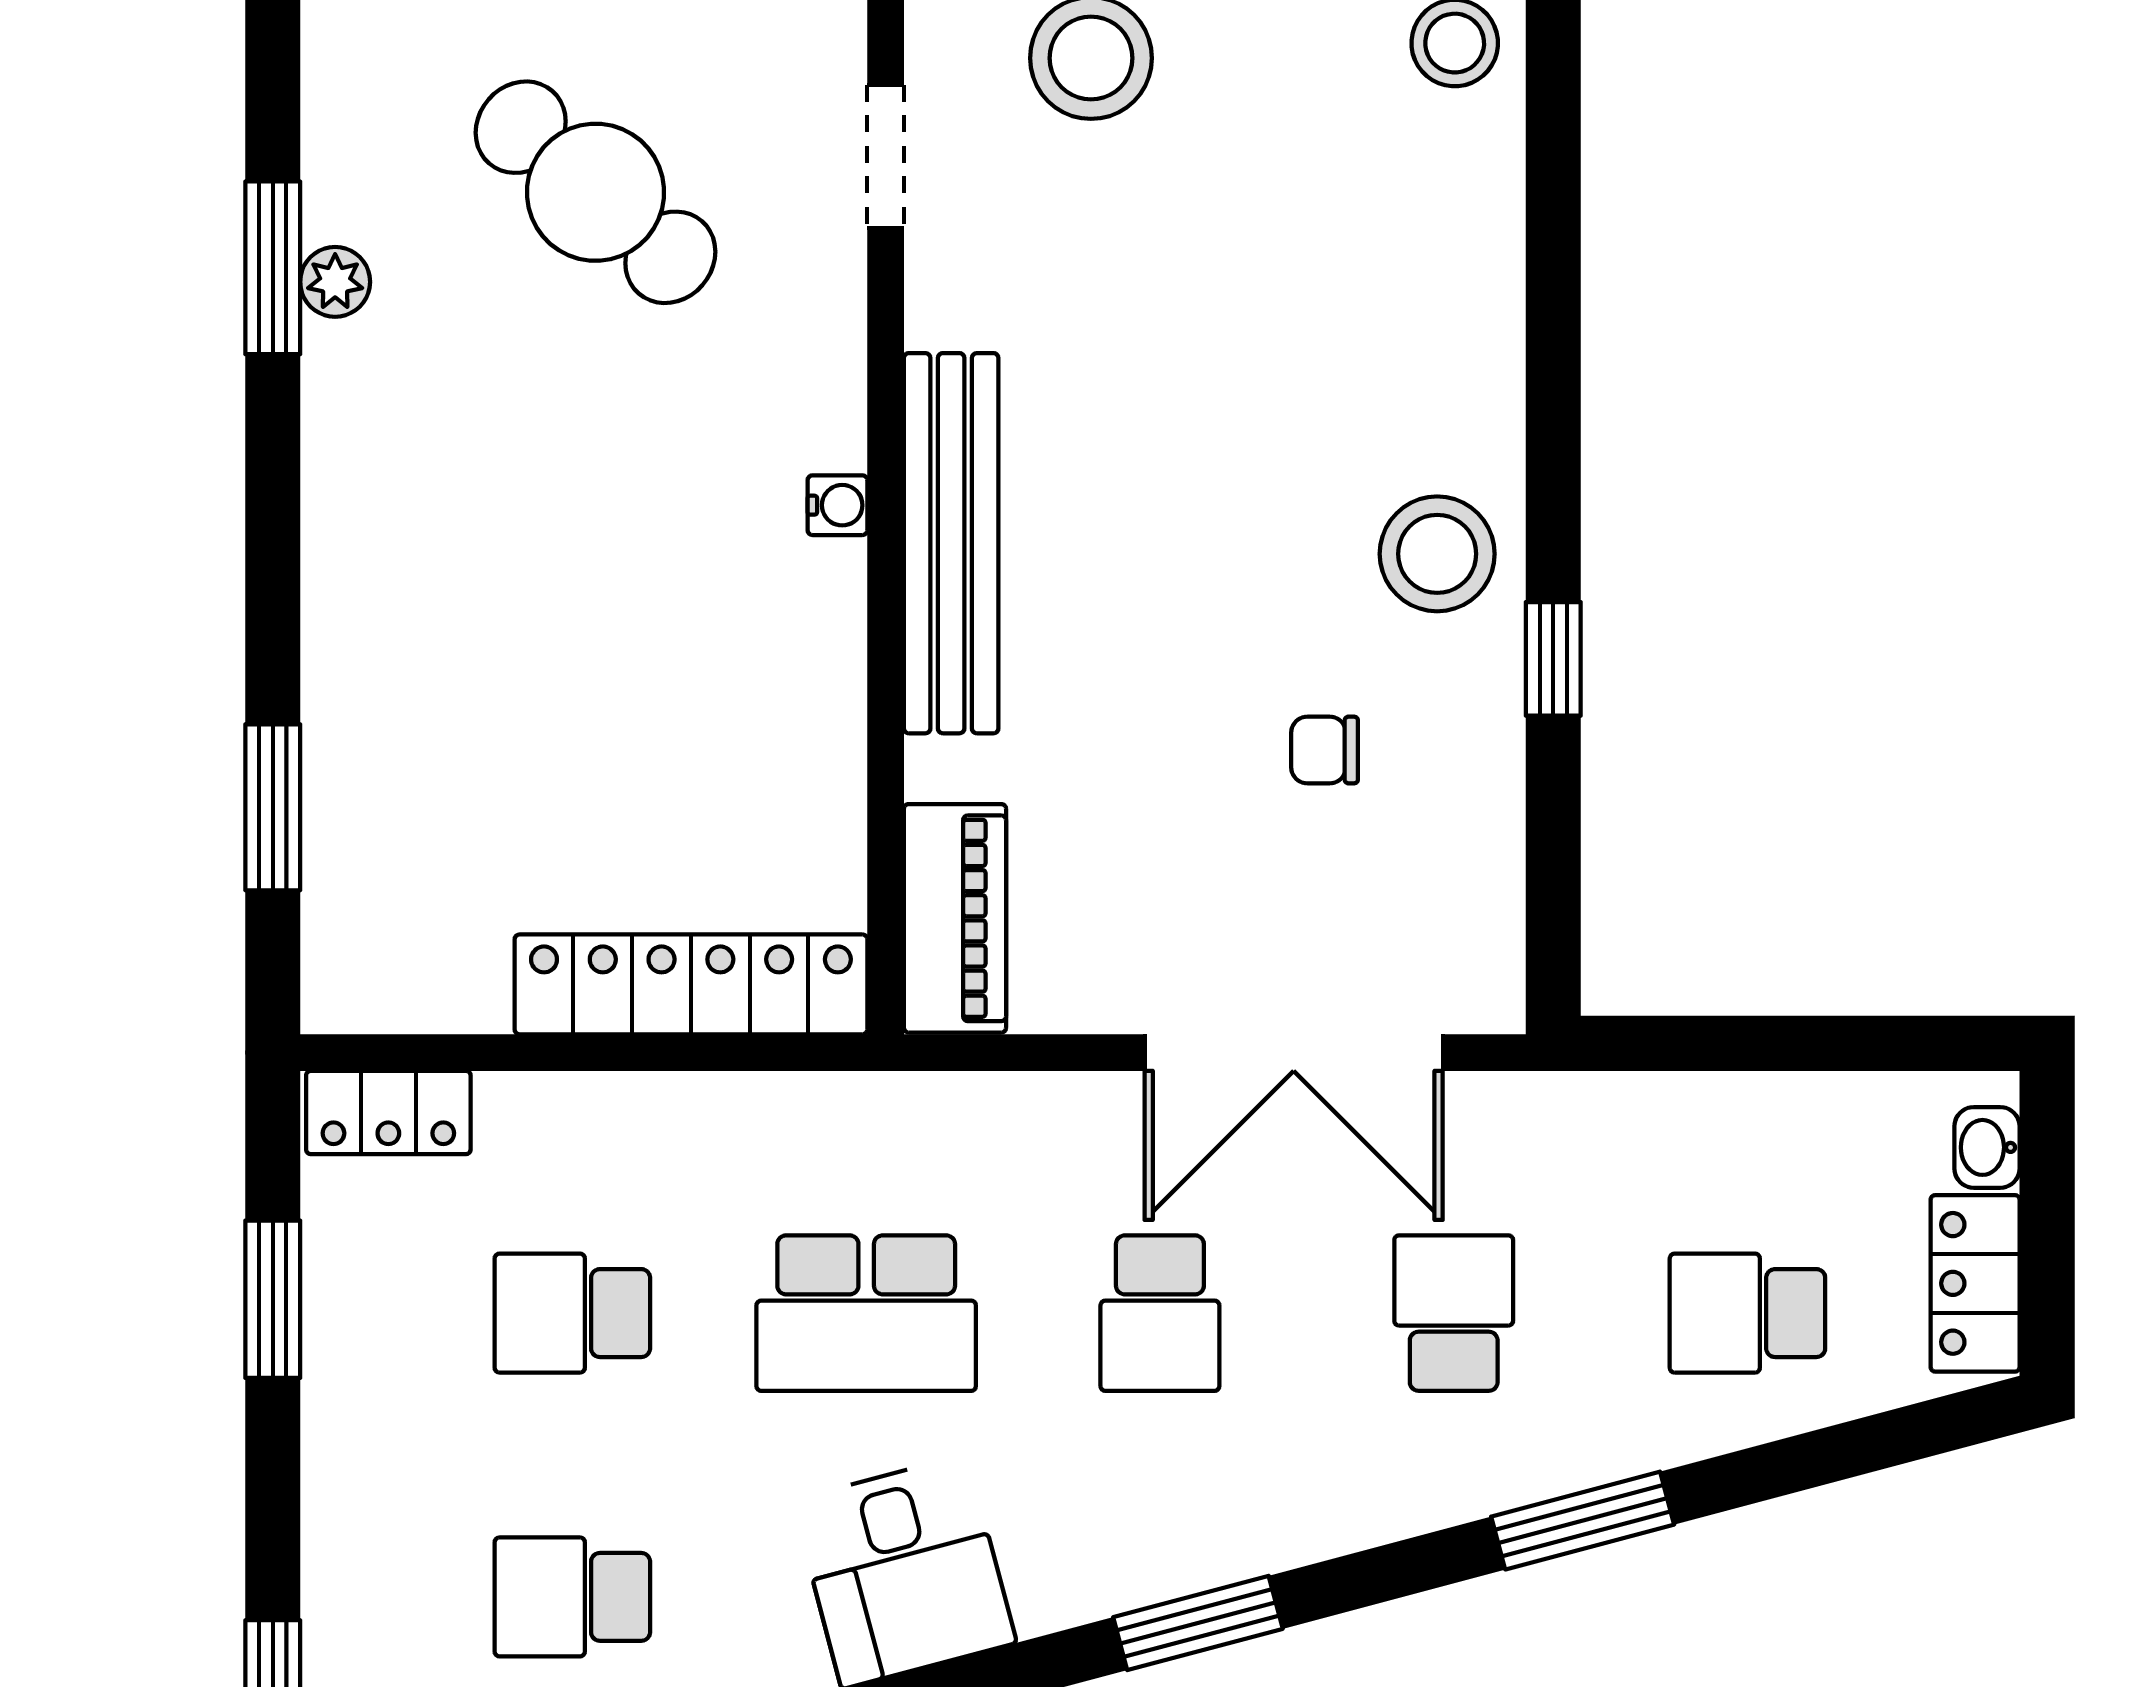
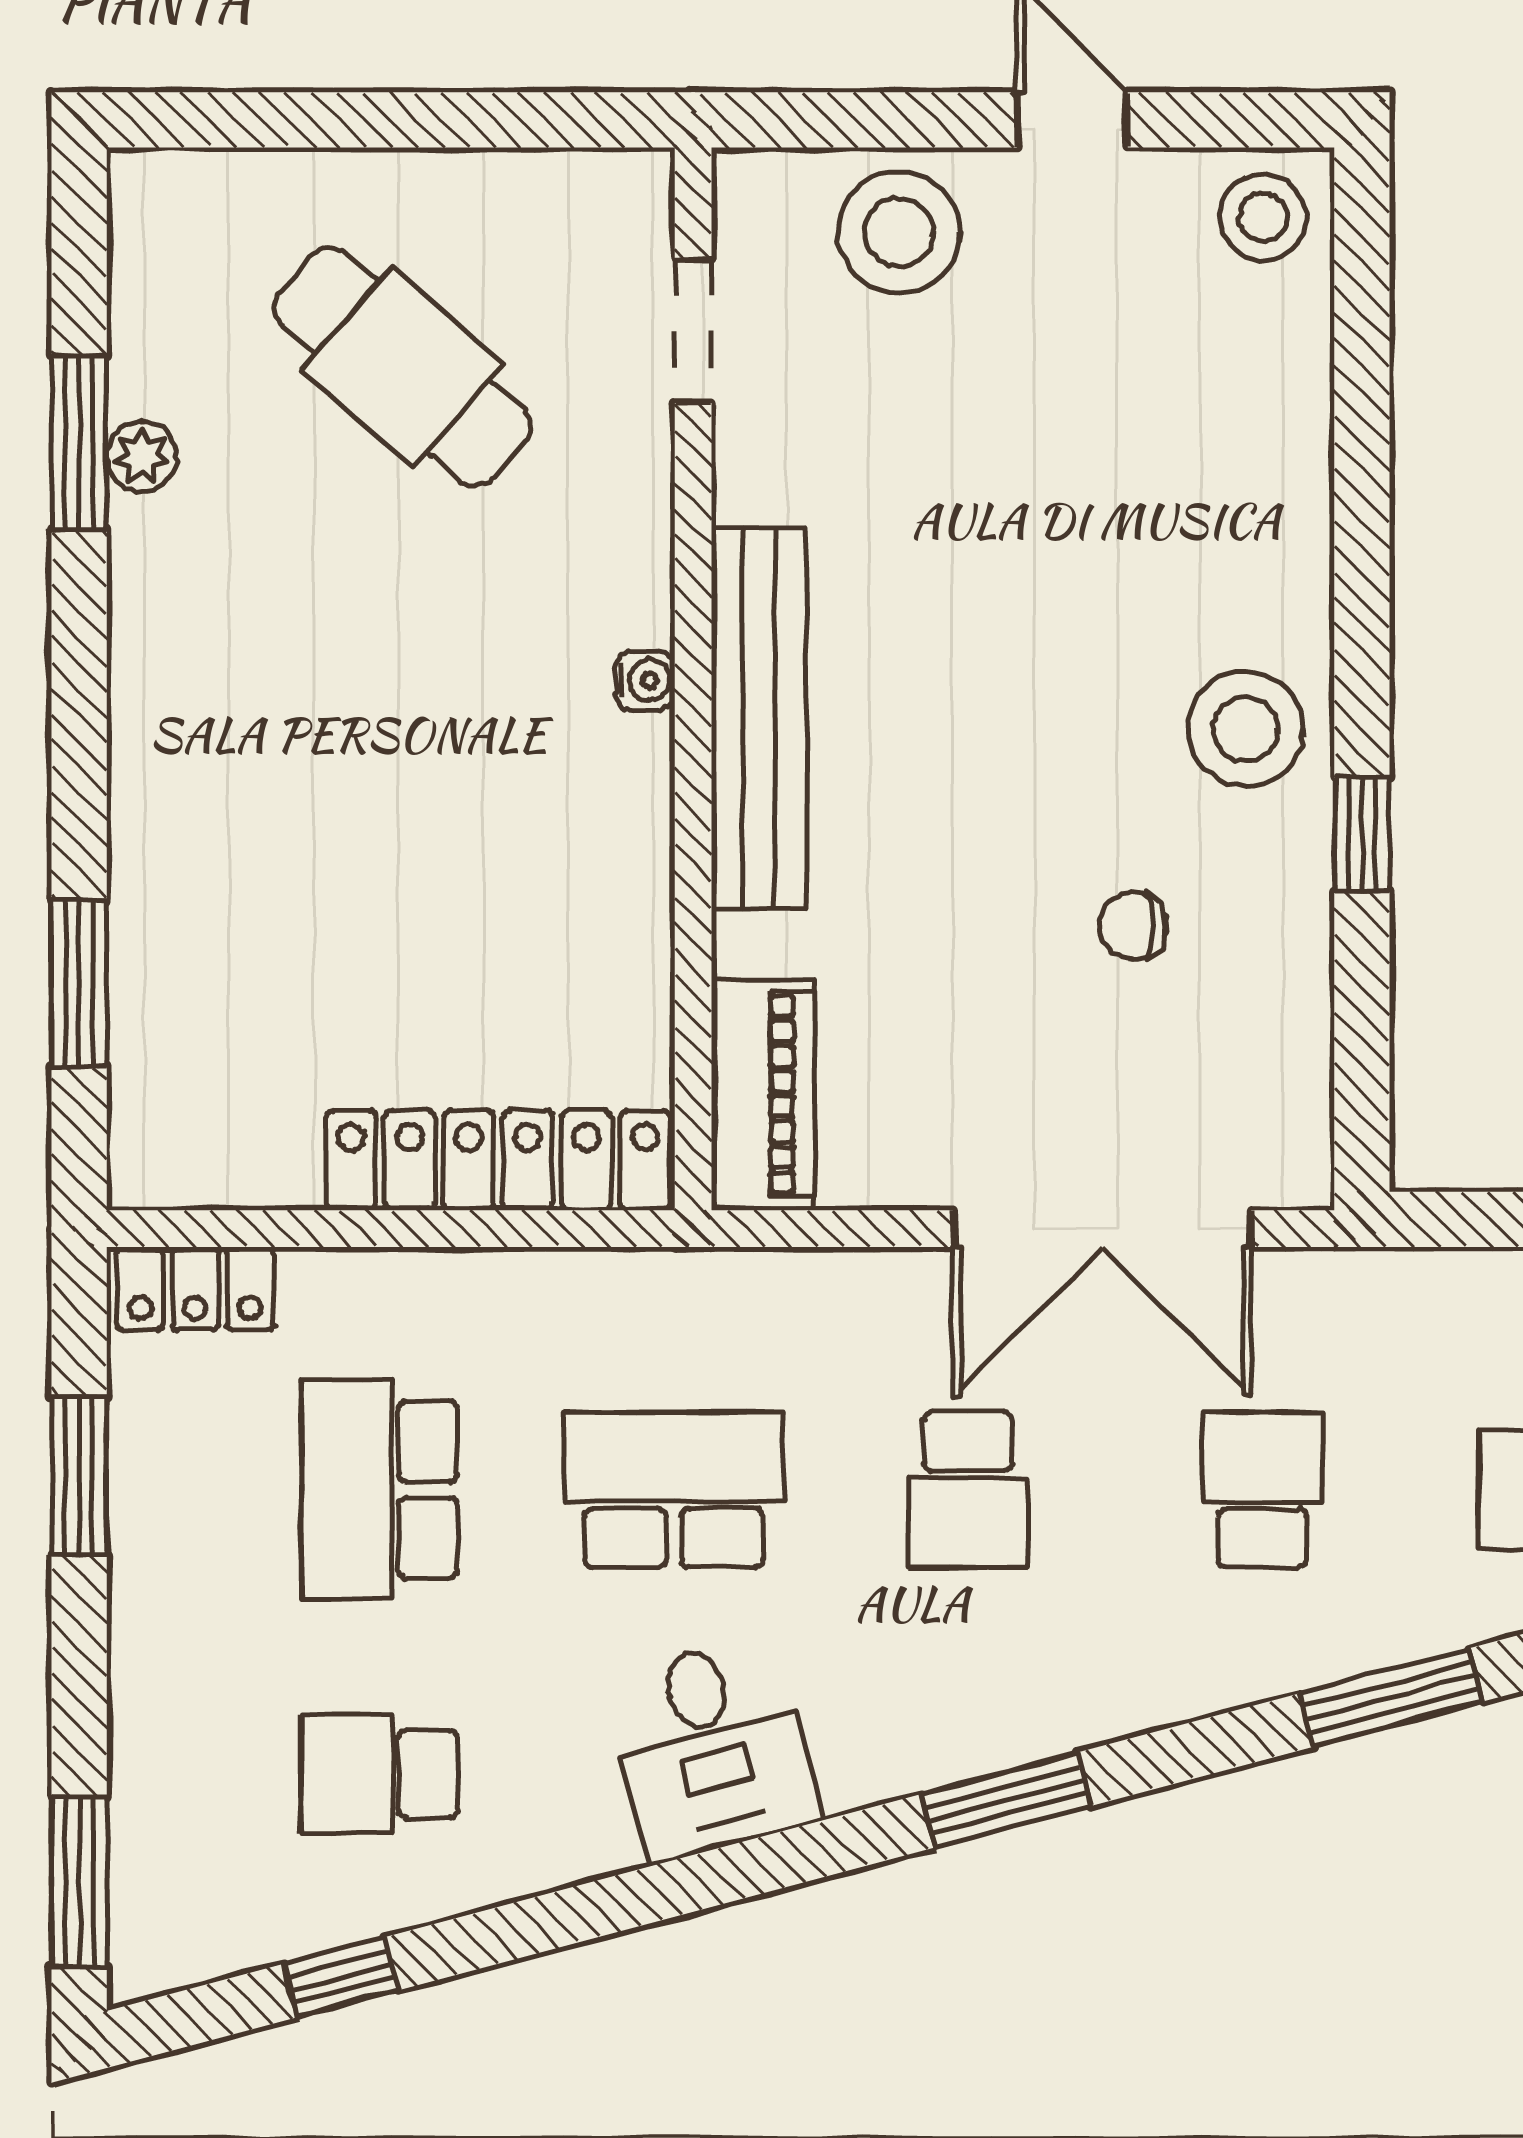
school desk: (572, 1313) -> (379, 1490), width x1.85
school desk: (866, 1313) -> (674, 1490), turned 180

